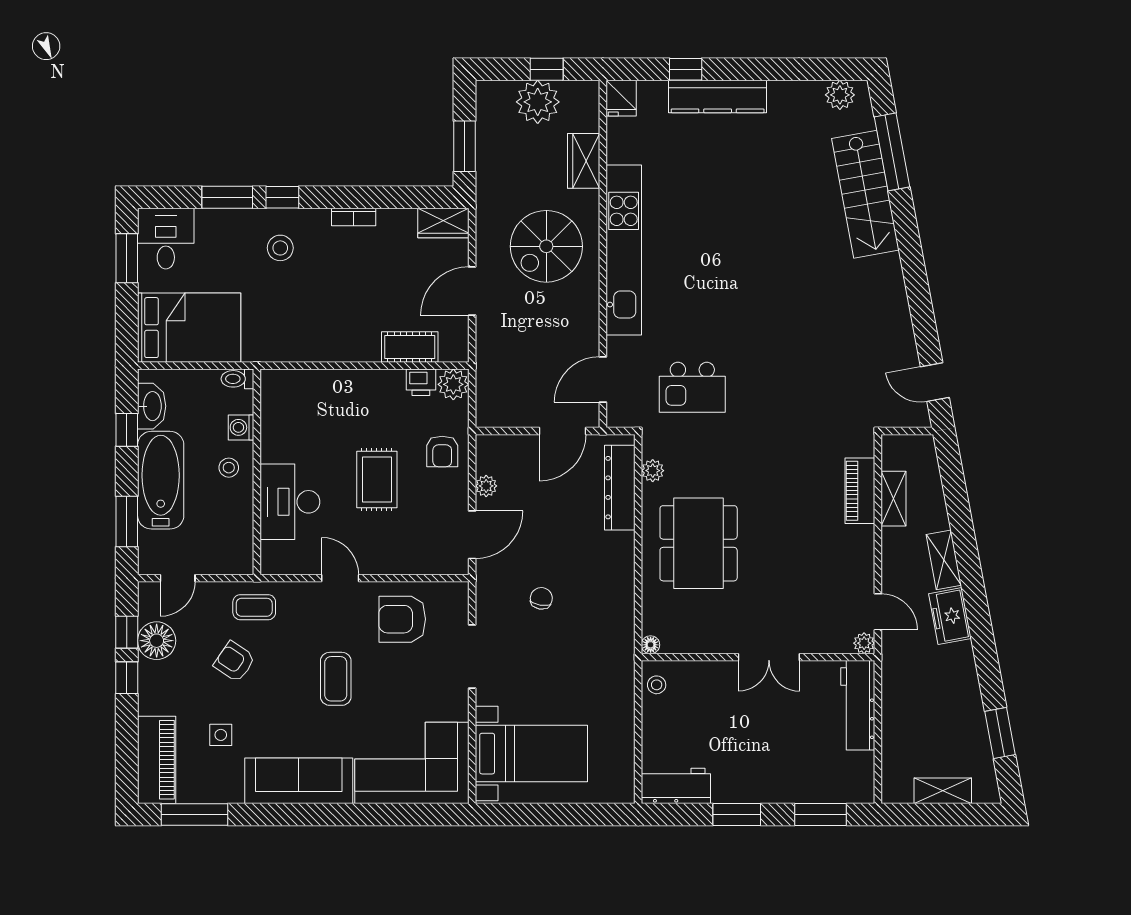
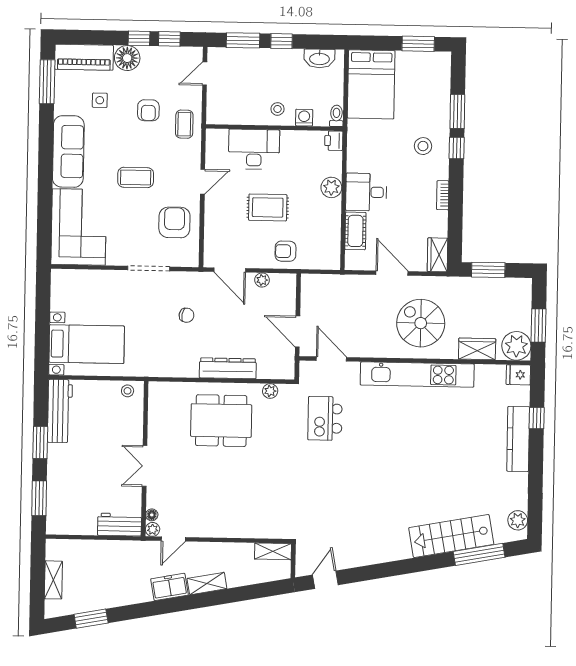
window: (547, 69) -> (538, 325), width x1.50
plant: (538, 102) -> (516, 346), moved
desk: (166, 239) -> (366, 192), moved, turned 180
printer: (421, 382) -> (334, 141), moved
plant: (453, 384) -> (331, 187), moved
window: (127, 430) -> (282, 41), moved
bathtub: (161, 480) -> (270, 63), removed
dresser: (620, 488) -> (228, 368), moved
piano: (860, 491) -> (254, 529), removed
shelving: (894, 499) -> (273, 551), moved
door: (178, 578) -> (205, 73), hinge flipped
floor lamp: (157, 641) -> (127, 58), moved
floor lamp: (651, 645) -> (152, 515), moved
armchair: (235, 662) -> (148, 110), turned 146
workbench: (858, 705) -> (119, 525), width x0.73
bed with nightstands: (531, 754) -> (87, 344), moved, turned -90
workbench: (676, 786) -> (60, 411), width x1.38

